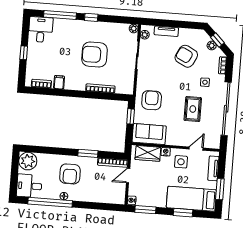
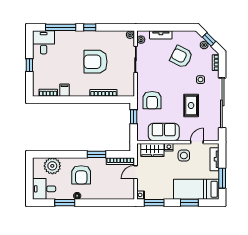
armchair: (152, 100) -> (152, 100), turned 180
sofa: (149, 134) -> (164, 132), moved
plant: (28, 161) -> (52, 166), moved
window: (50, 202) -> (65, 203), width x0.47

